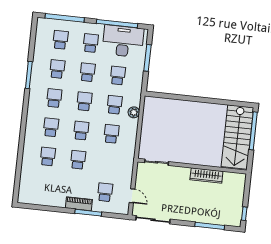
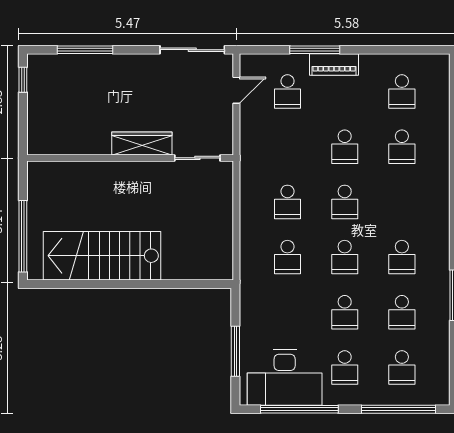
school desk: (118, 76) -> (287, 312), removed
plant: (134, 112) -> (250, 247), removed
school desk: (51, 127) -> (402, 92), moved
stairs: (237, 137) -> (102, 256), moved, turned -90
wardrobe: (206, 175) -> (142, 143), moved
door: (132, 196) -> (236, 90), swing flipped

